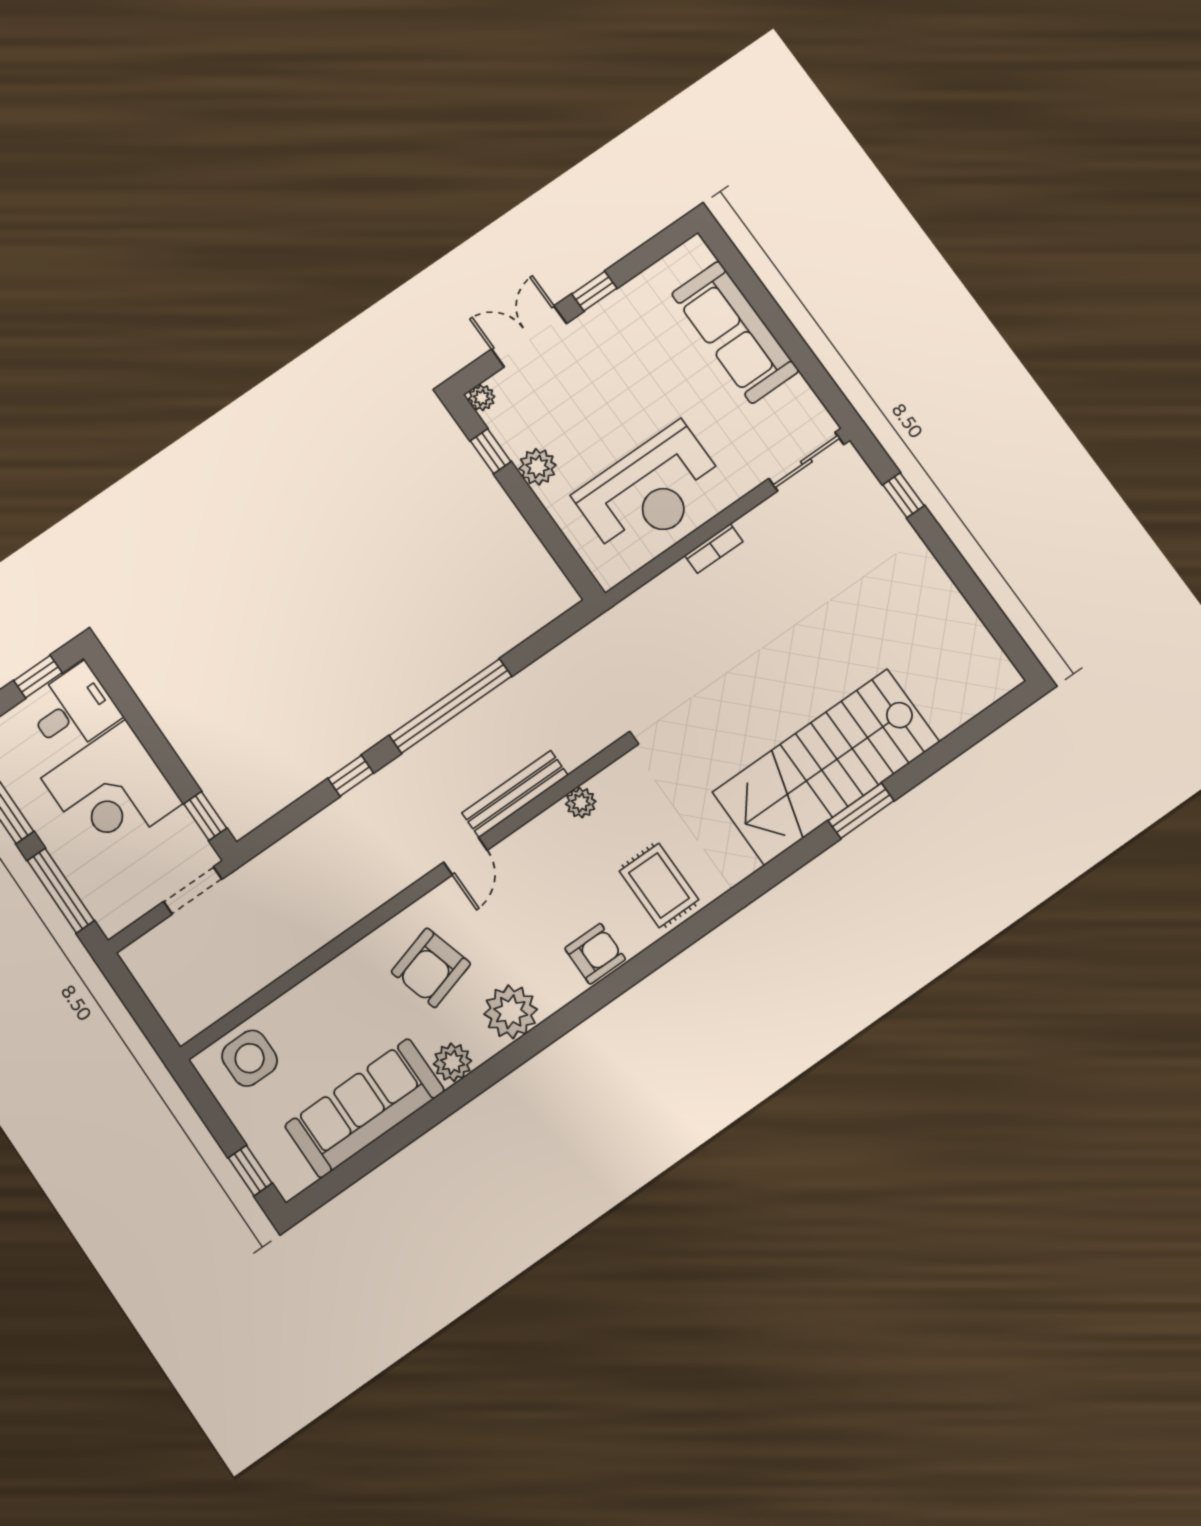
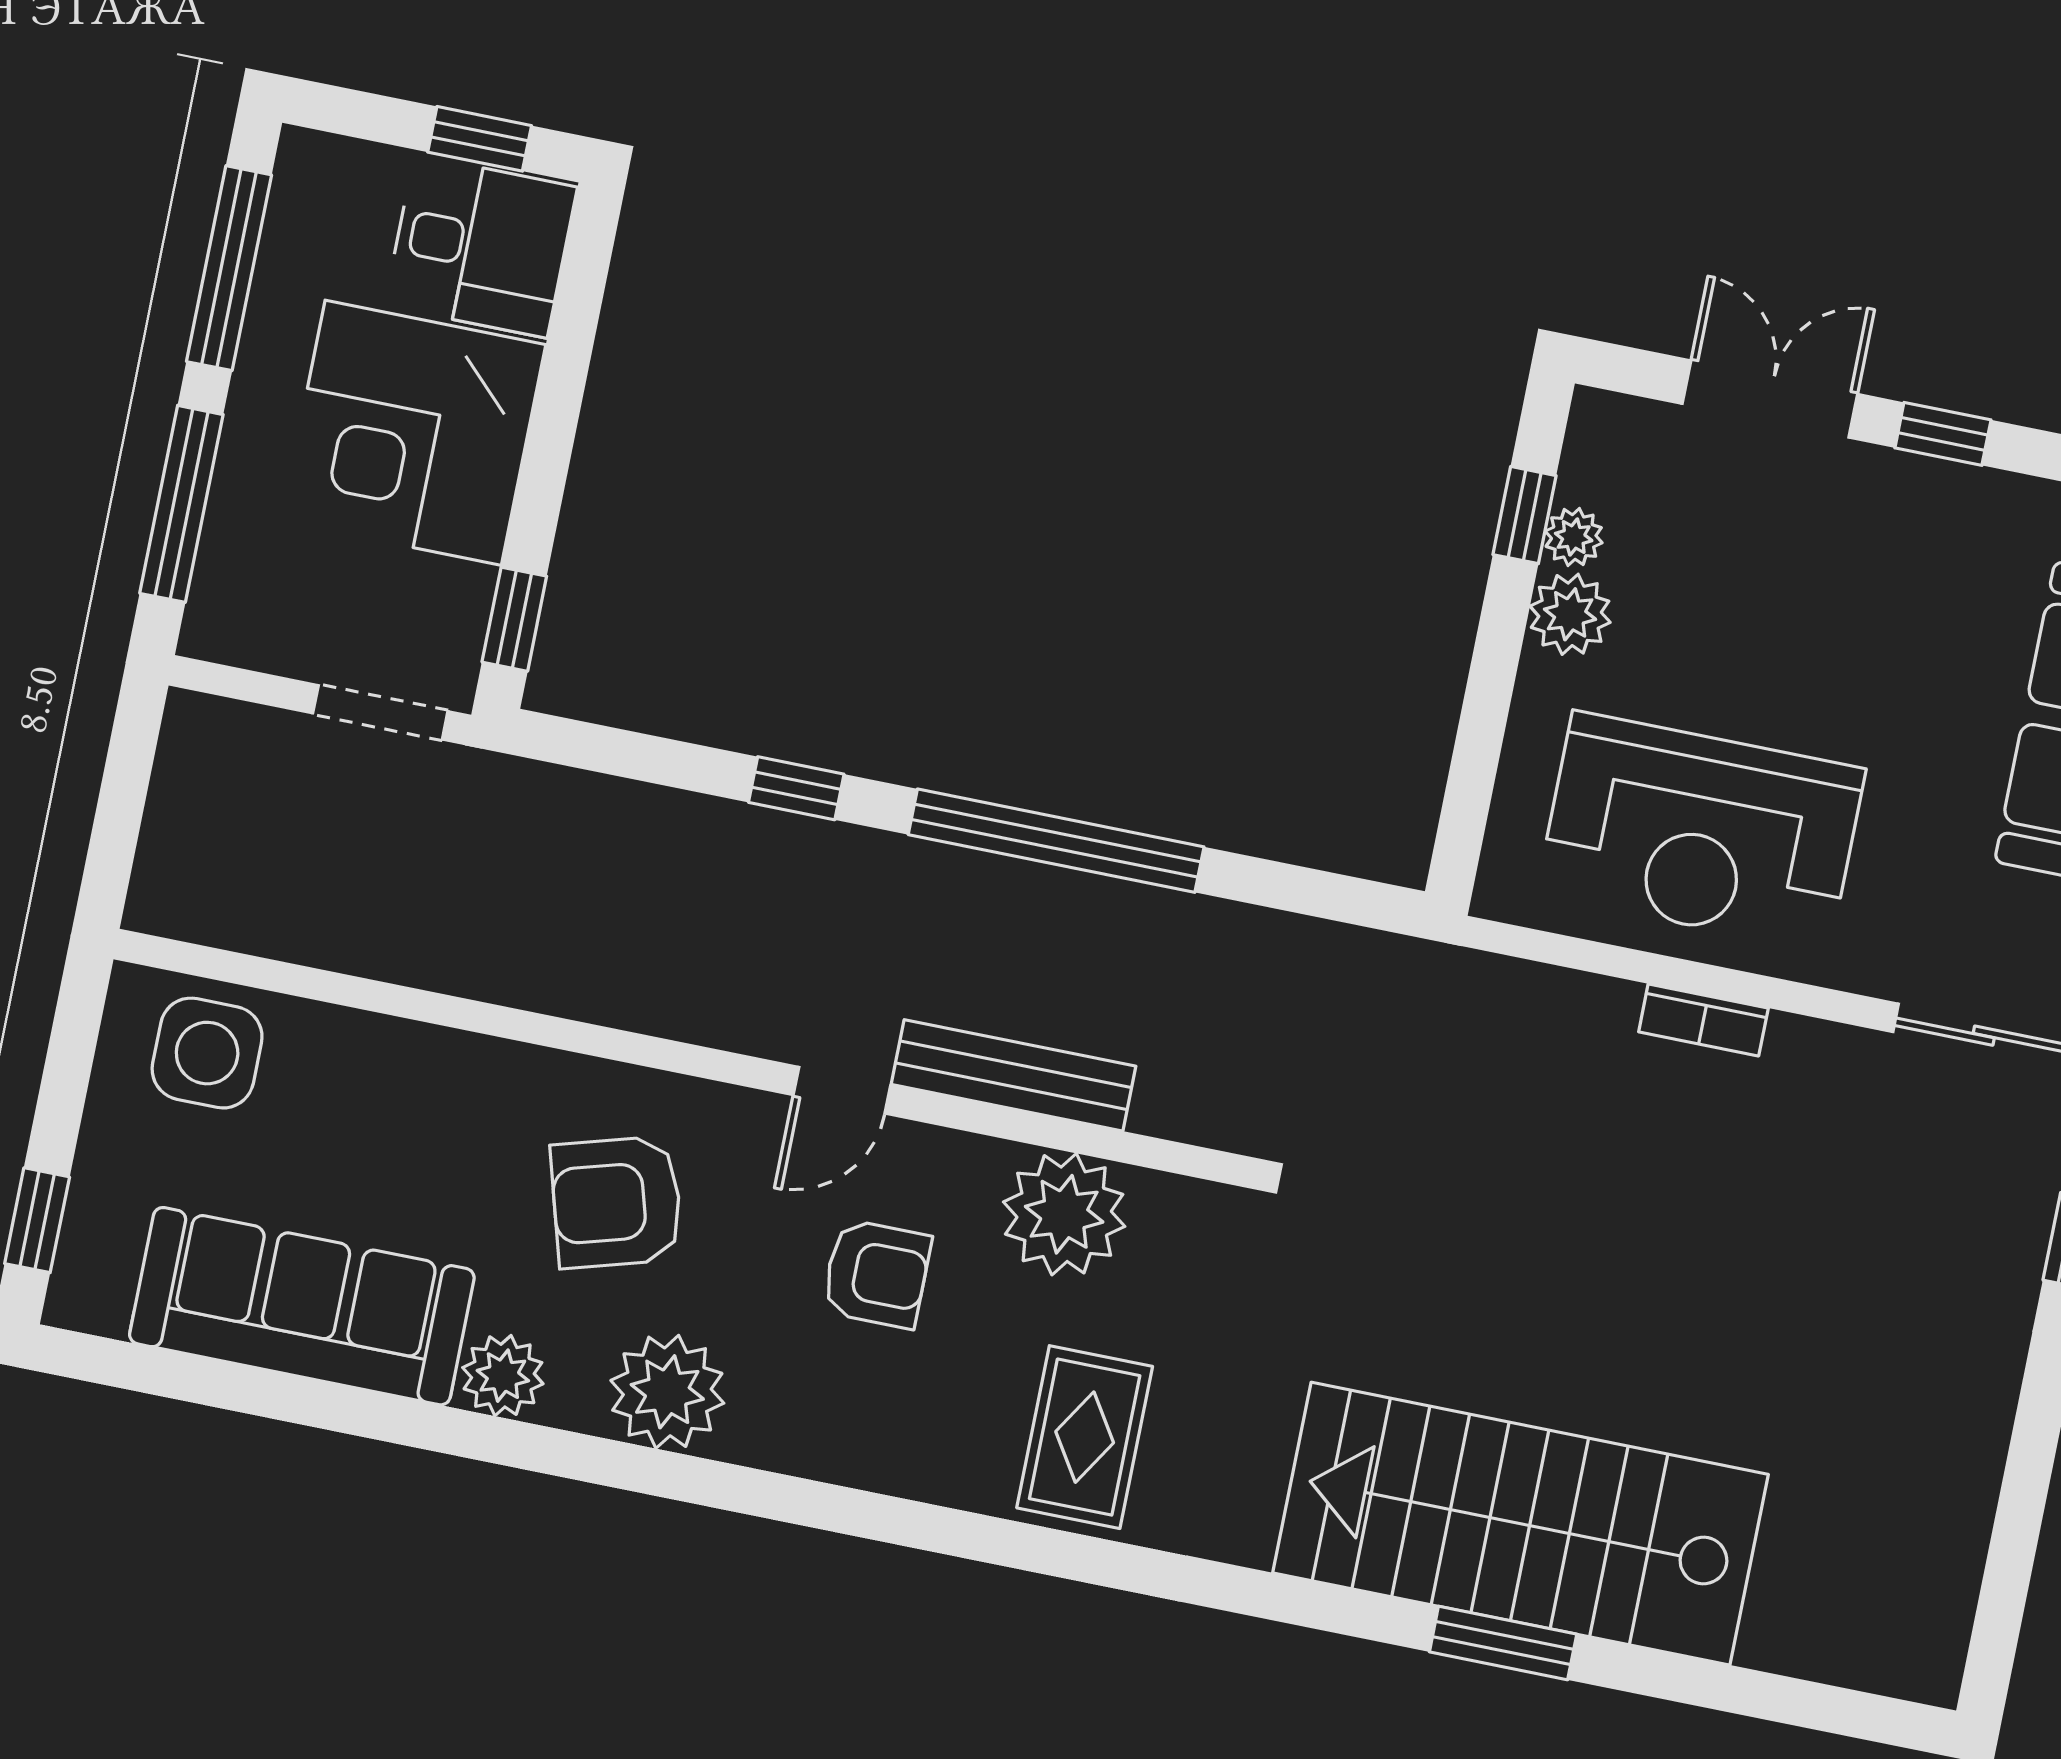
plant: (482, 398) -> (1574, 537), moved
plant: (581, 803) -> (1064, 1214), width x1.87, depth x1.87
armchair: (595, 954) -> (876, 1274), moved

